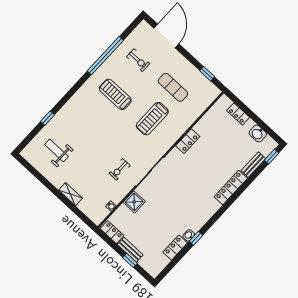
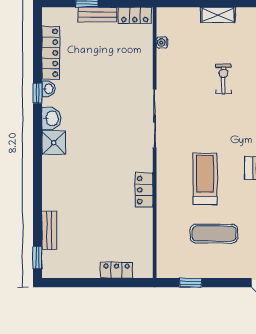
washbasin: (258, 133) -> (52, 118), moved, turned 90
exercise bike: (120, 169) -> (223, 79), moved
locker: (231, 188) -> (51, 183), removed
shower: (134, 202) -> (54, 143), moved
locker: (175, 248) -> (51, 53), width x1.53

